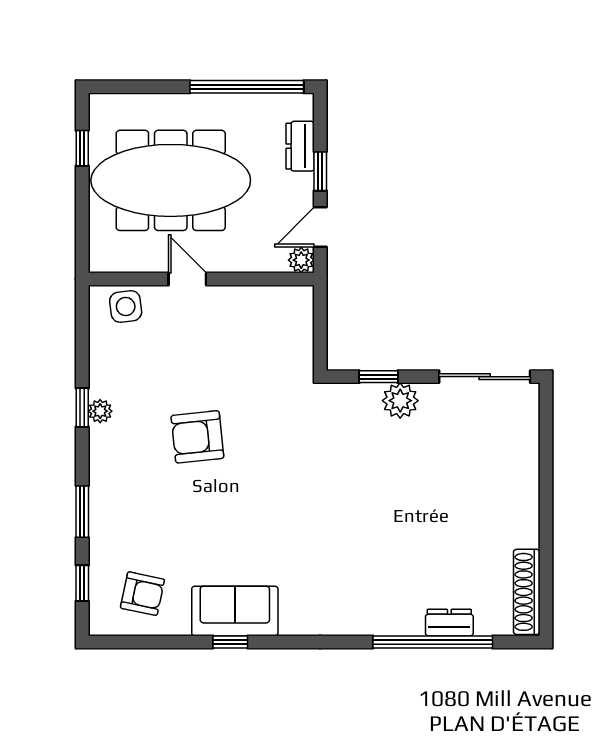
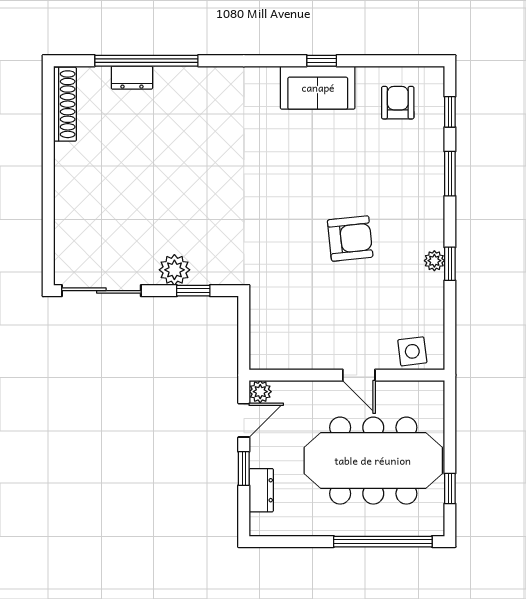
window: (247, 87) -> (383, 542), moved
armchair: (142, 594) -> (398, 103), turned 78

